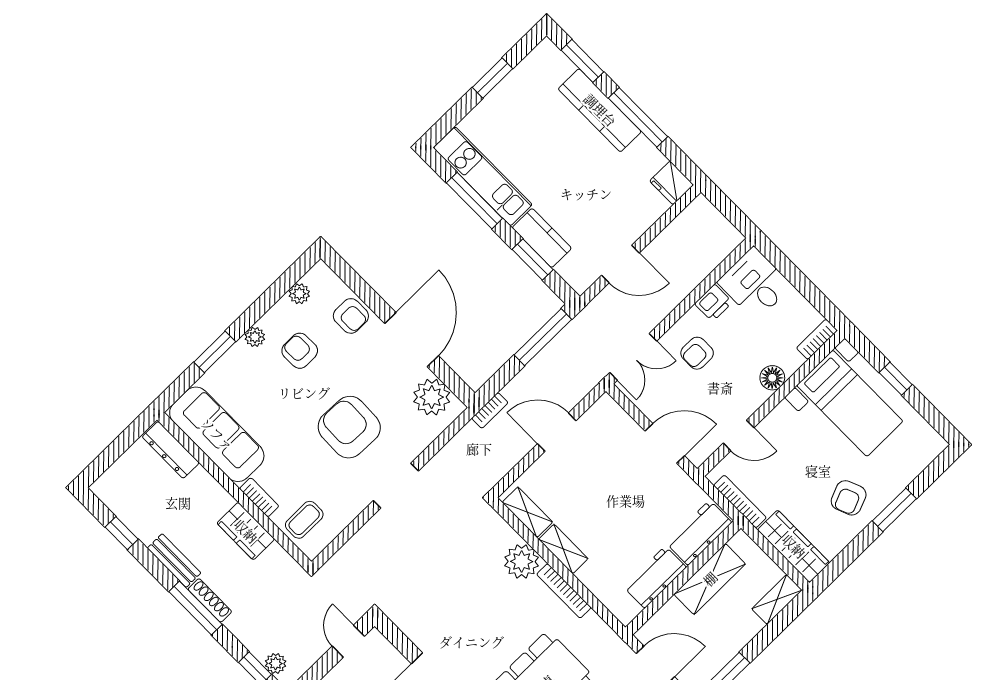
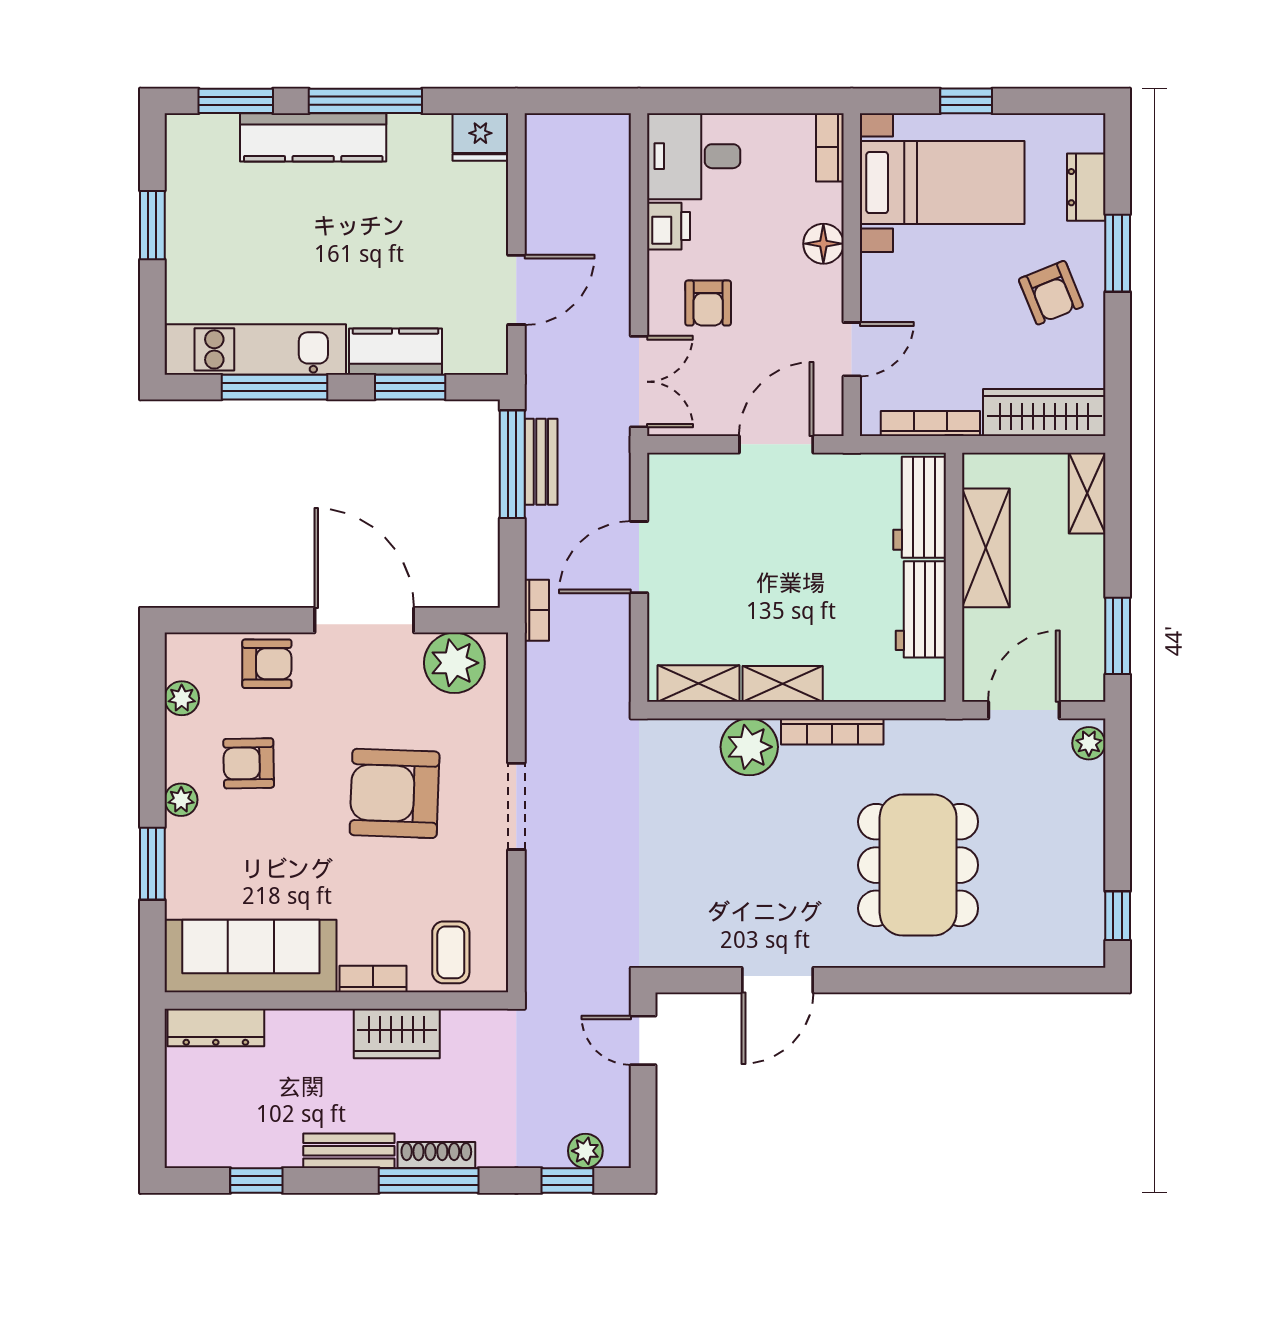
bench: (556, 349) -> (541, 462), added
dresser: (910, 468) -> (1086, 187), added

